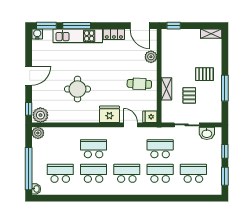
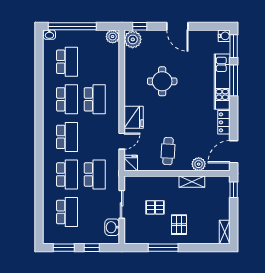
shelving: (166, 89) -> (192, 182), moved

